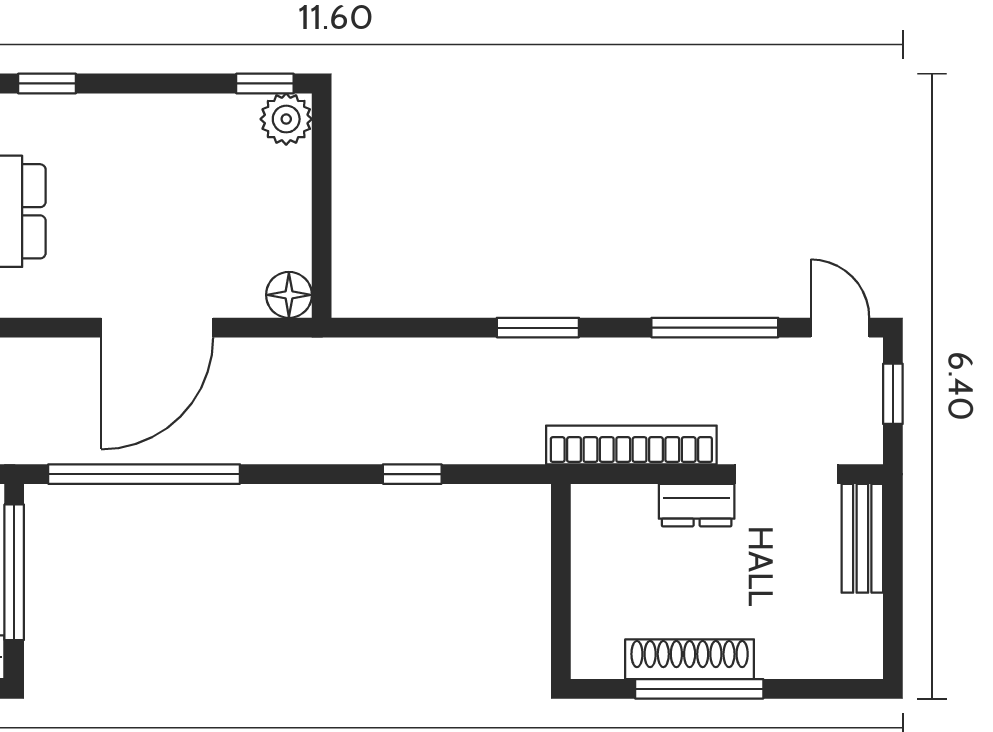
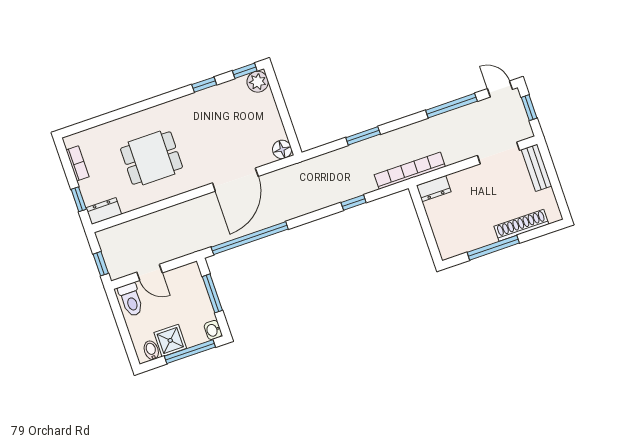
window: (47, 83) -> (204, 85), moved
window: (538, 328) -> (363, 136), moved
bookcase: (631, 445) -> (410, 171), moved
dresser: (697, 505) -> (434, 189), moved
window: (14, 572) -> (212, 293), width x0.69
shoe rack: (690, 659) -> (521, 225), moved

